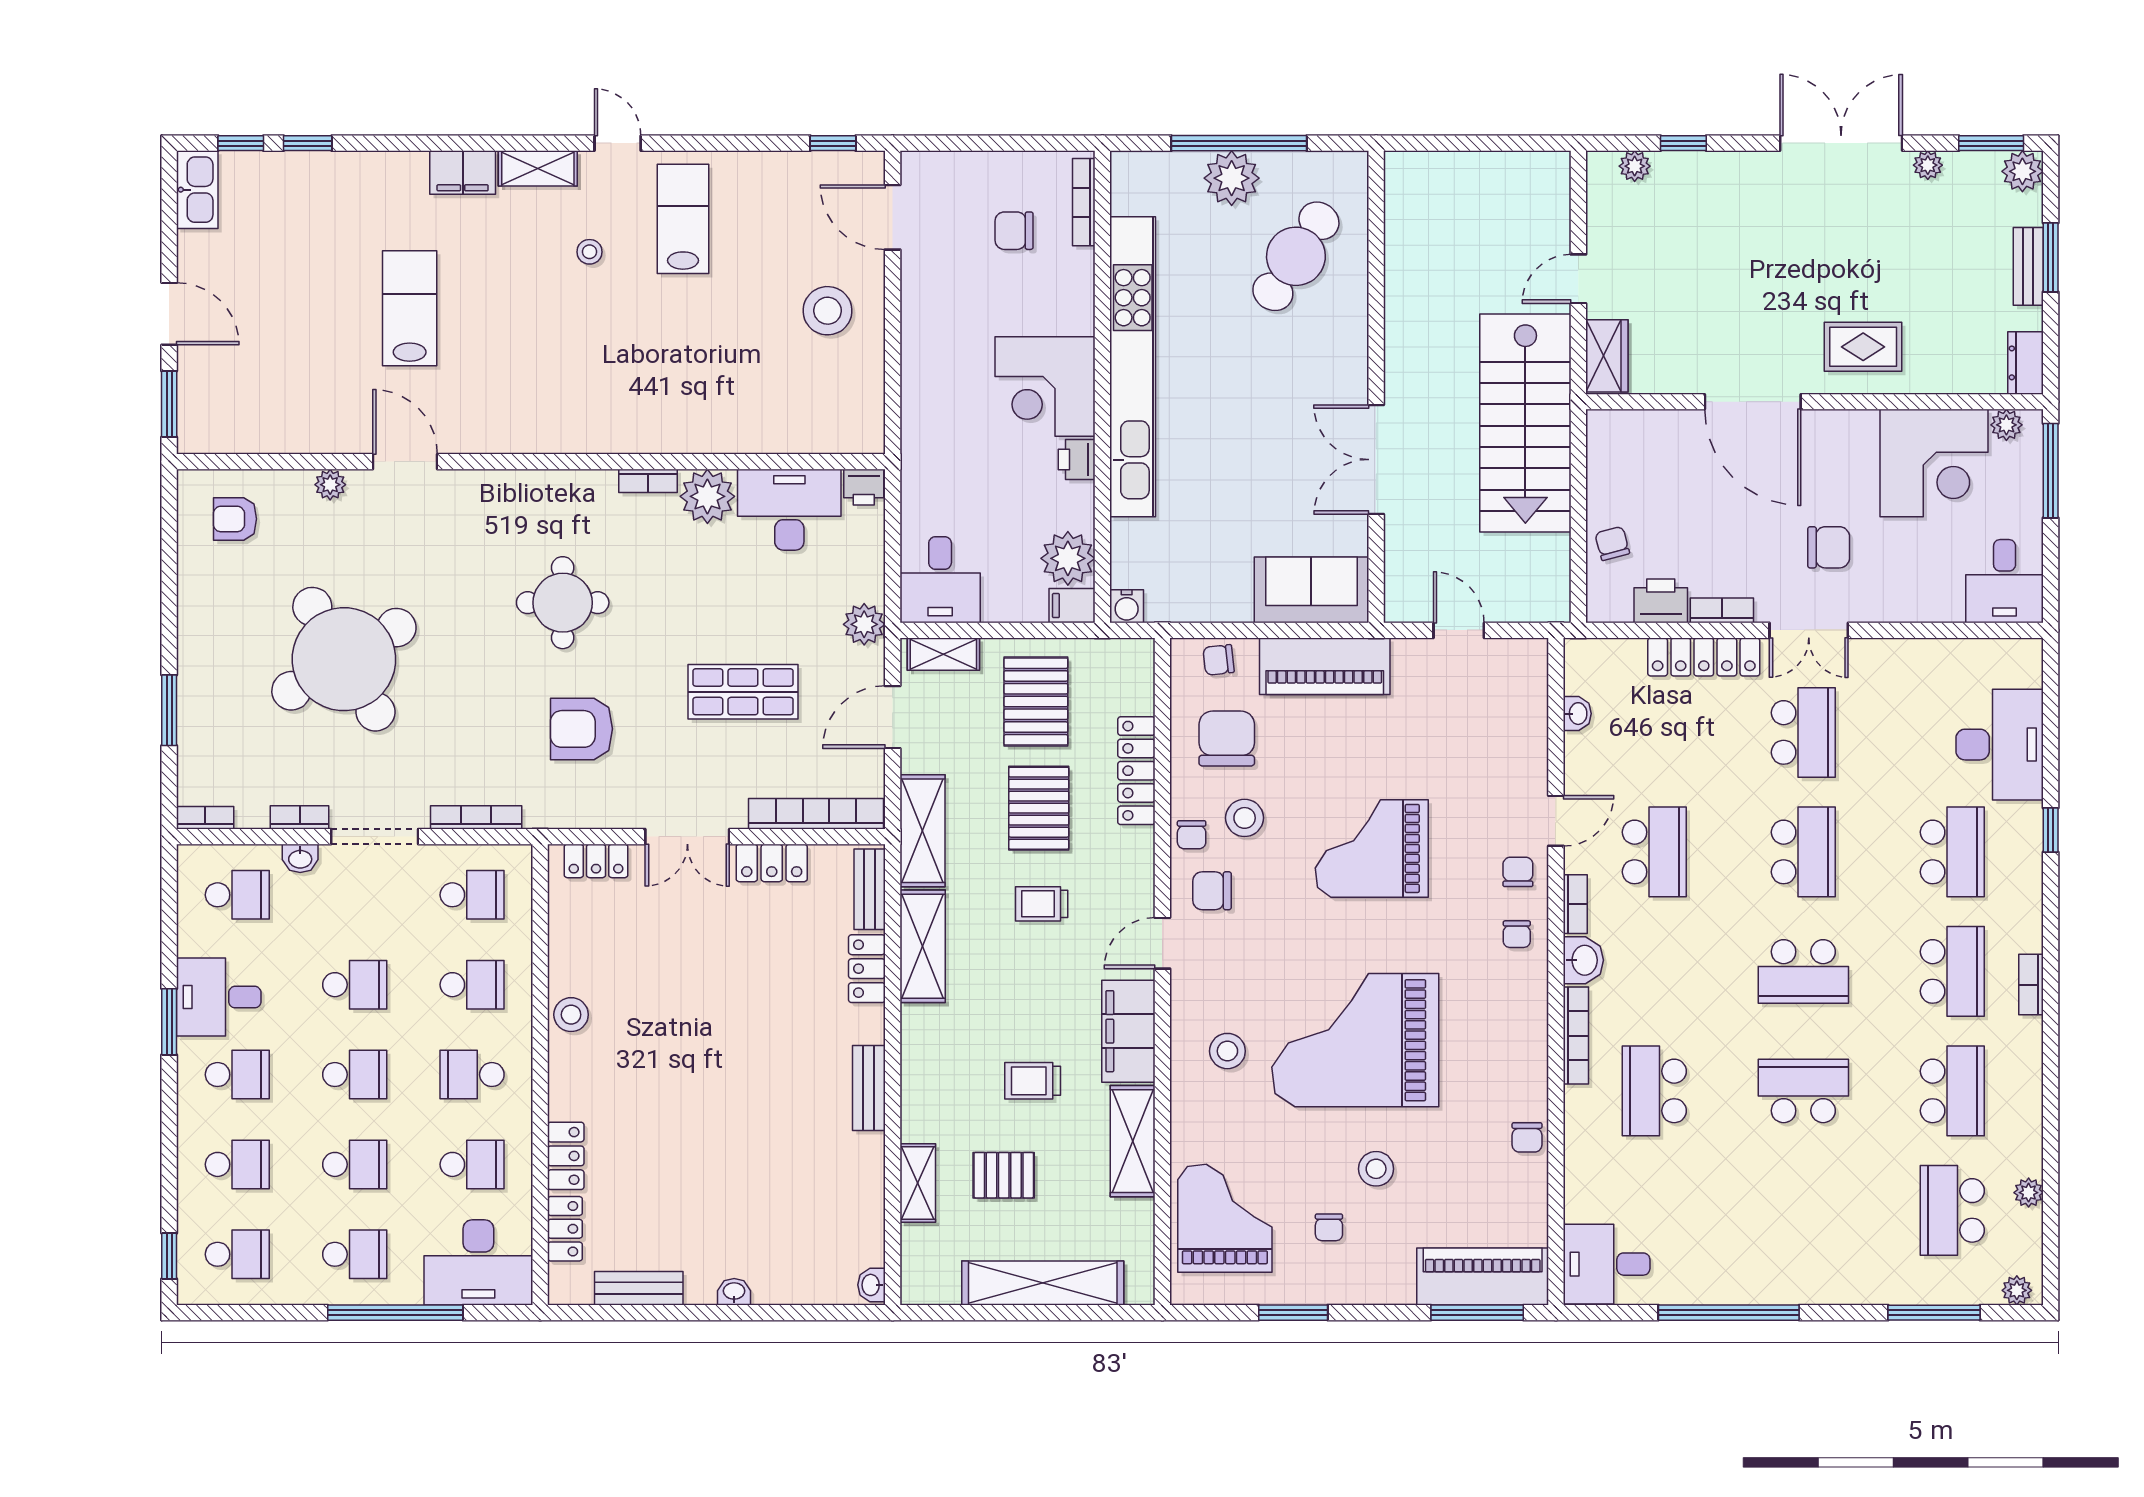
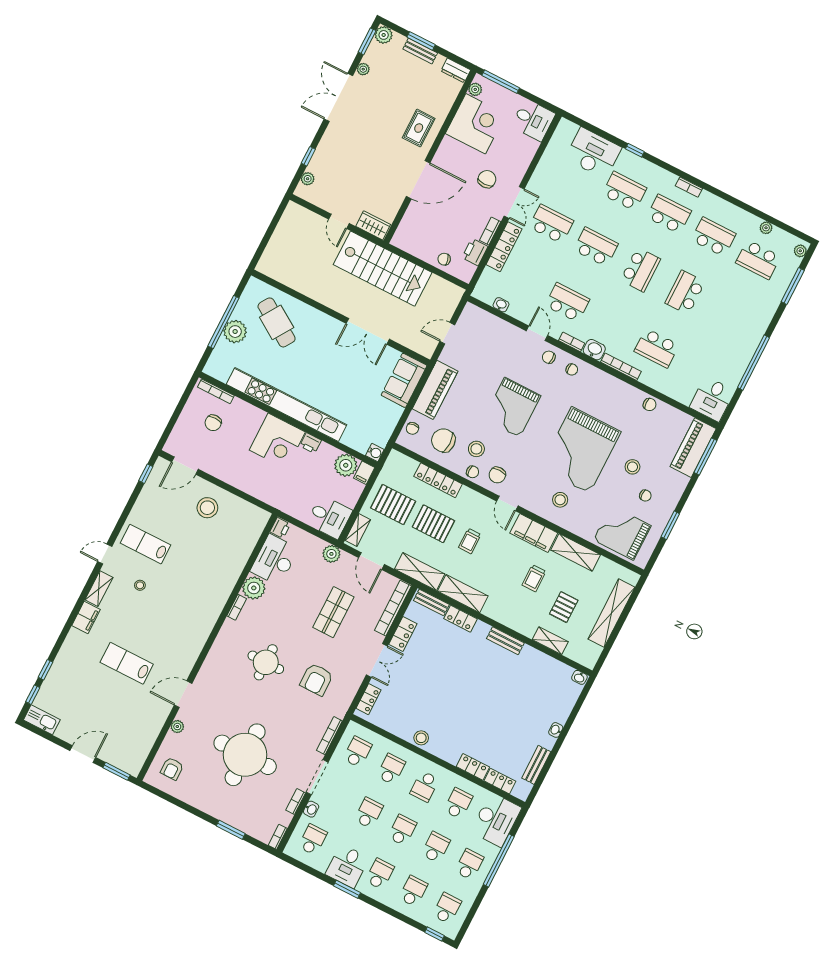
round table: (344, 659) -> (245, 755), turned 31

